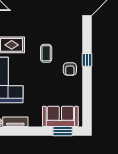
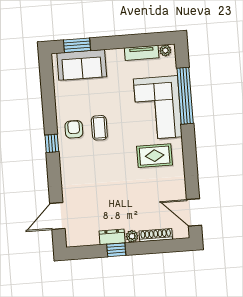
coffee table: (46, 53) -> (99, 128), moved

